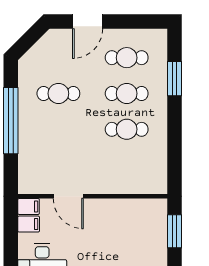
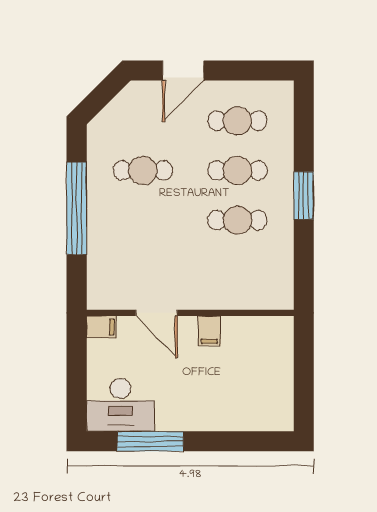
window: (174, 79) -> (304, 196), moved
filing cabinet: (29, 224) -> (209, 331), moved, turned 90
window: (174, 231) -> (304, 361), removed

